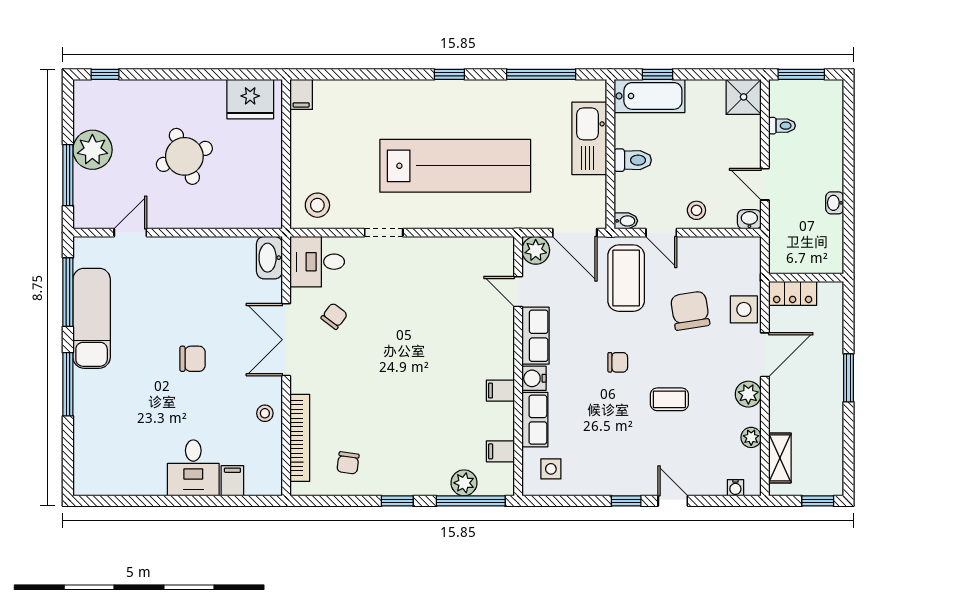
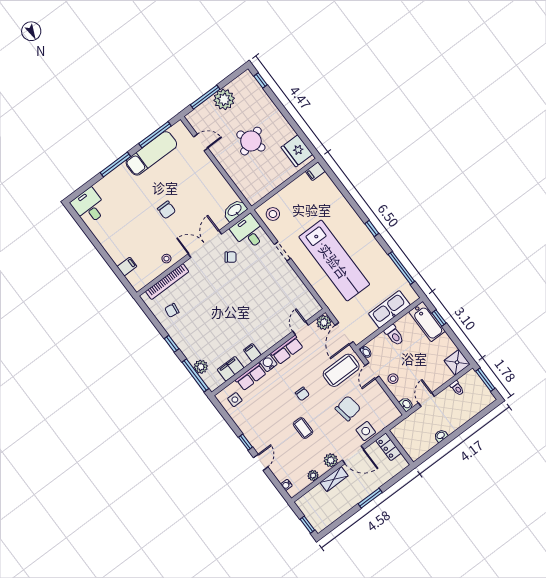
filing cabinet: (500, 451) -> (231, 369), width x2.00
shelving: (780, 458) -> (334, 479), moved
desk: (193, 468) -> (89, 206), moved, turned 90

